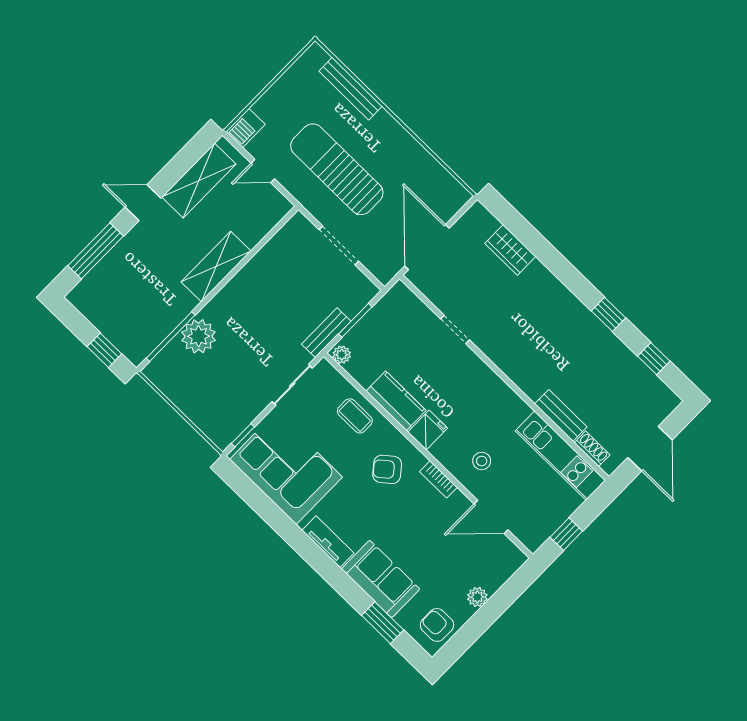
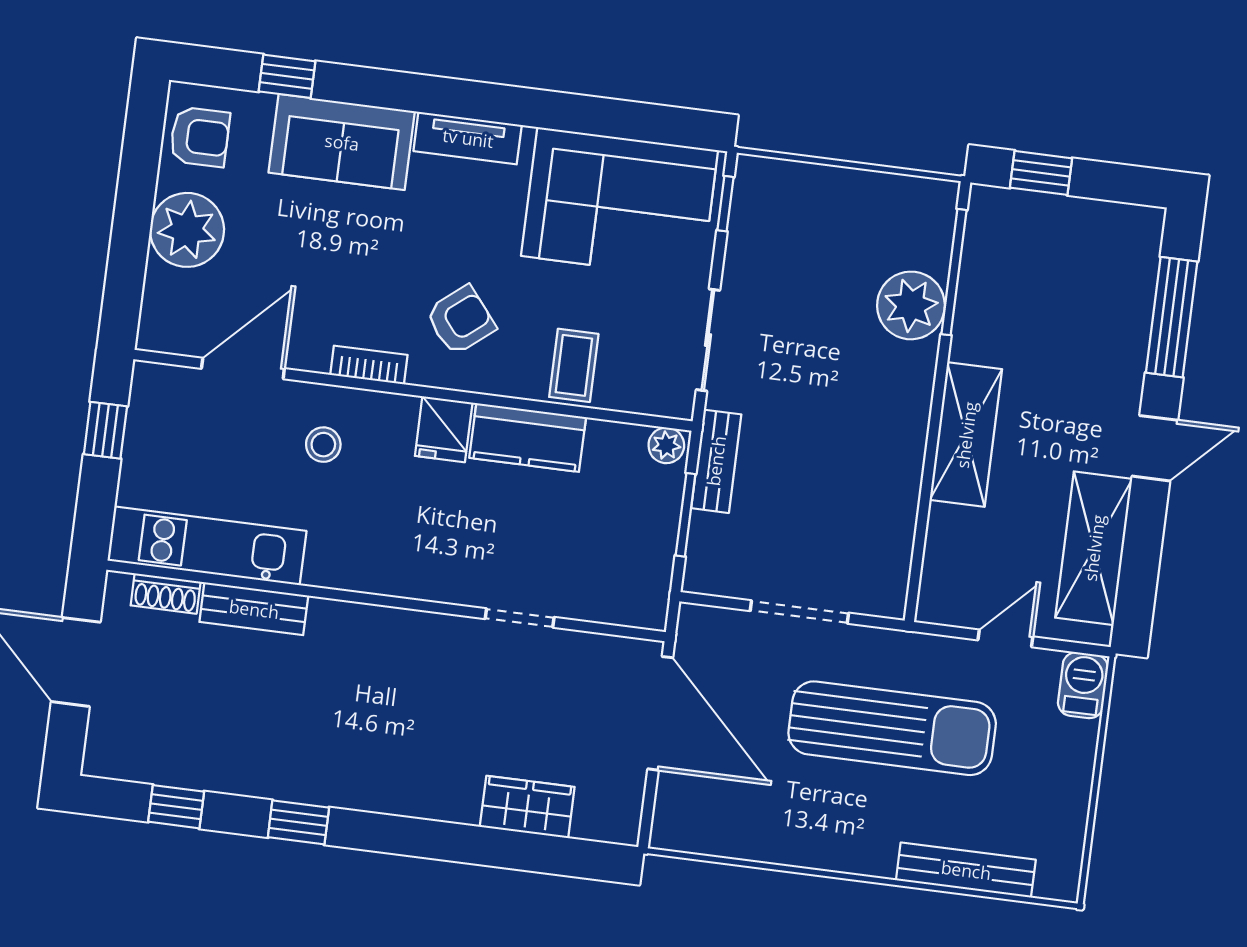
coffee table: (355, 416) -> (574, 365), turned 90
plant: (477, 597) -> (187, 230), width x1.87, depth x1.87
window: (383, 623) -> (287, 76), width x0.67

